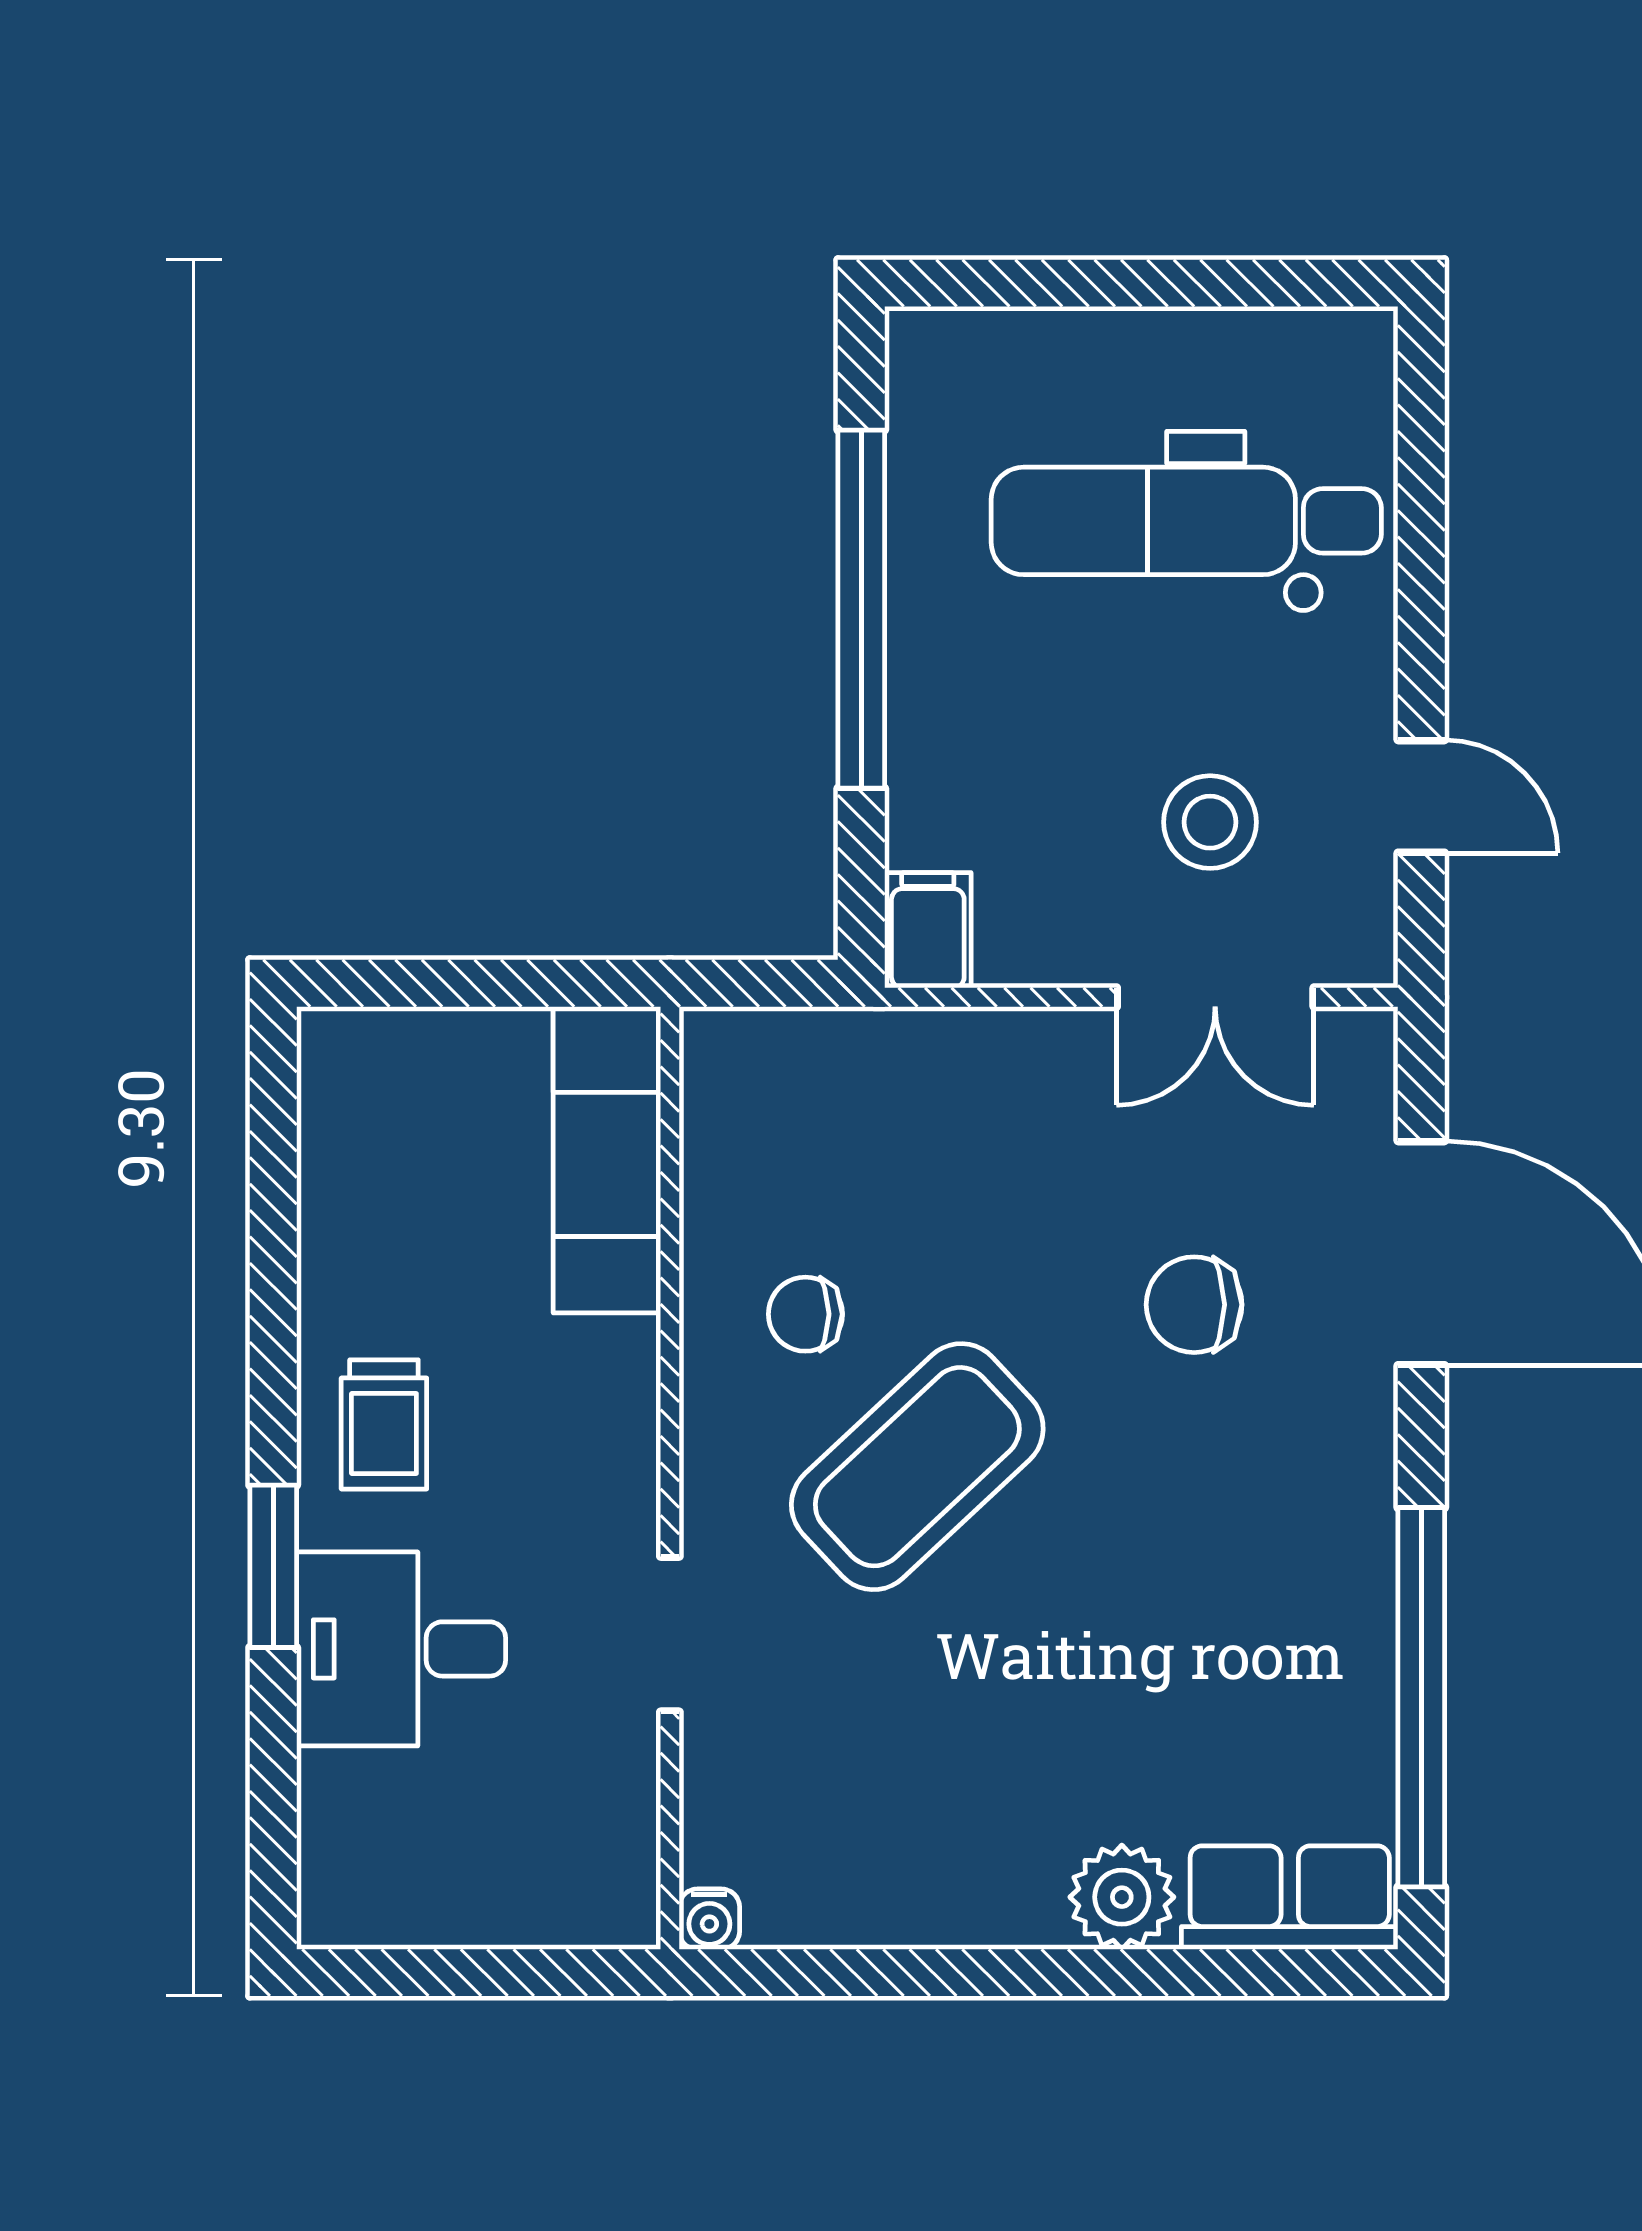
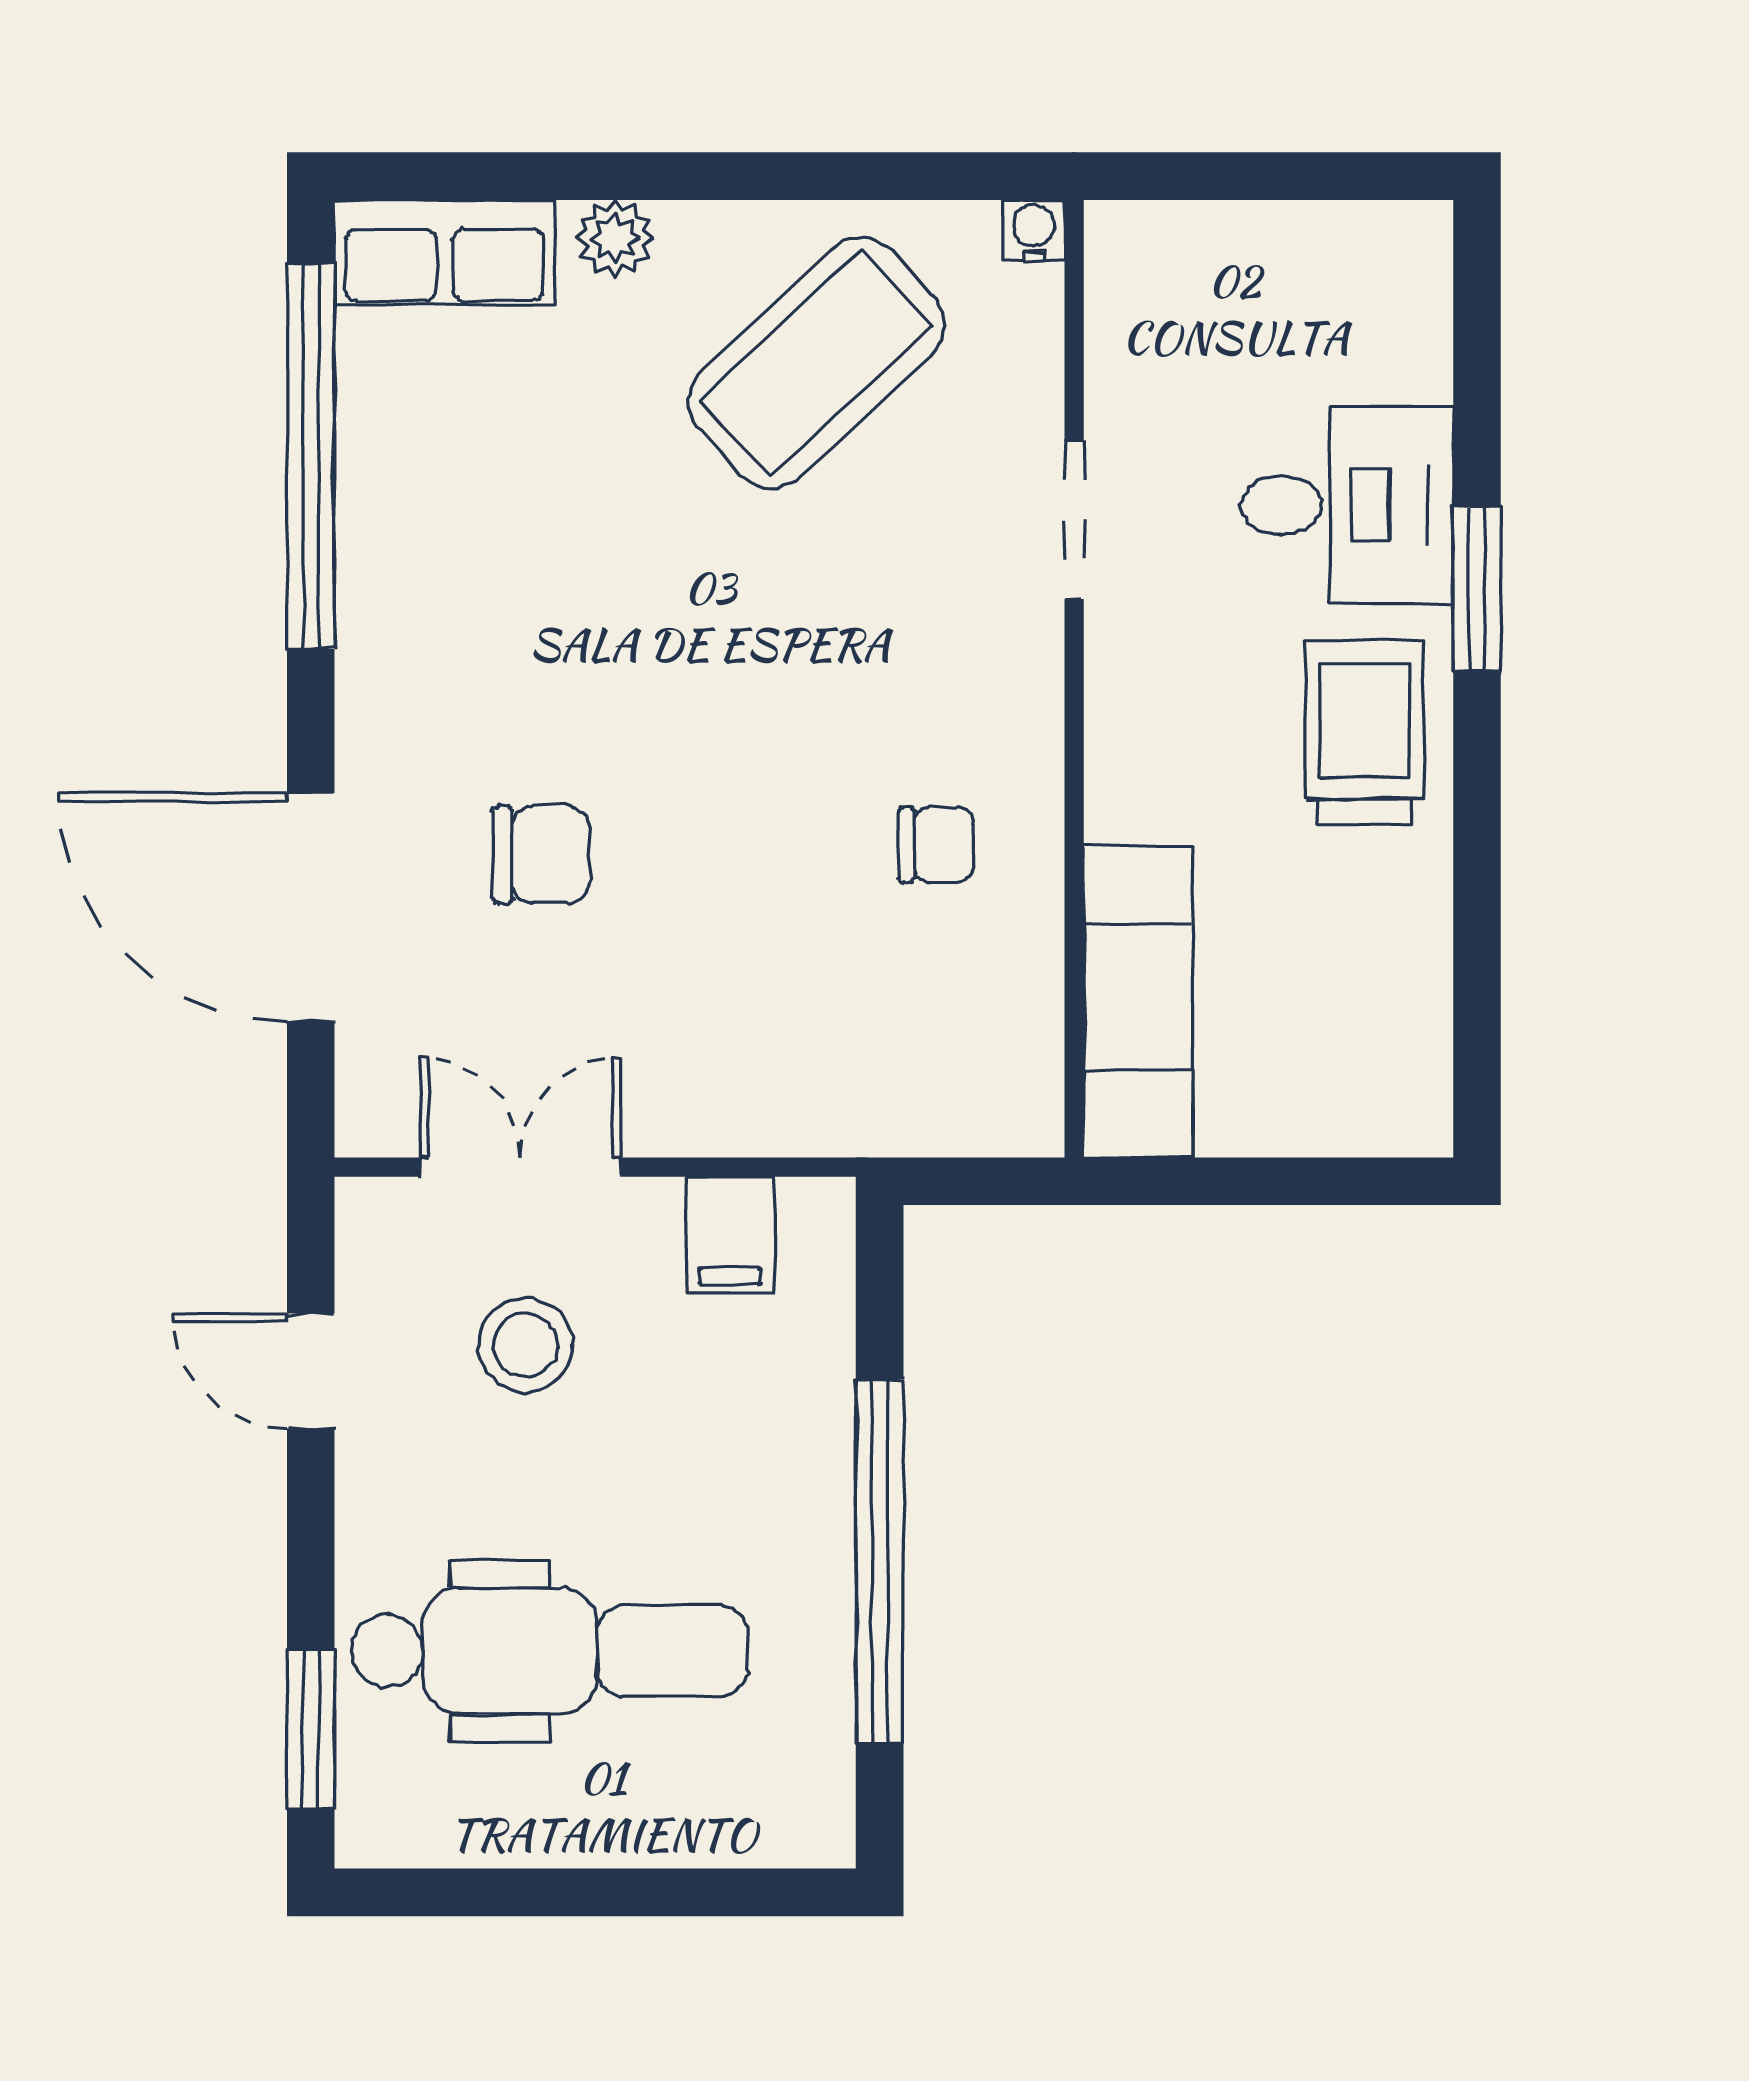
window: (1421, 444) -> (311, 1729), added
filing cabinet: (928, 930) -> (730, 1235), moved
trolley: (384, 1424) -> (1365, 733), width x1.36, depth x1.39
coffee table: (917, 1467) -> (816, 363), moved
plant: (1122, 1897) -> (615, 238), width x0.73, depth x0.73

